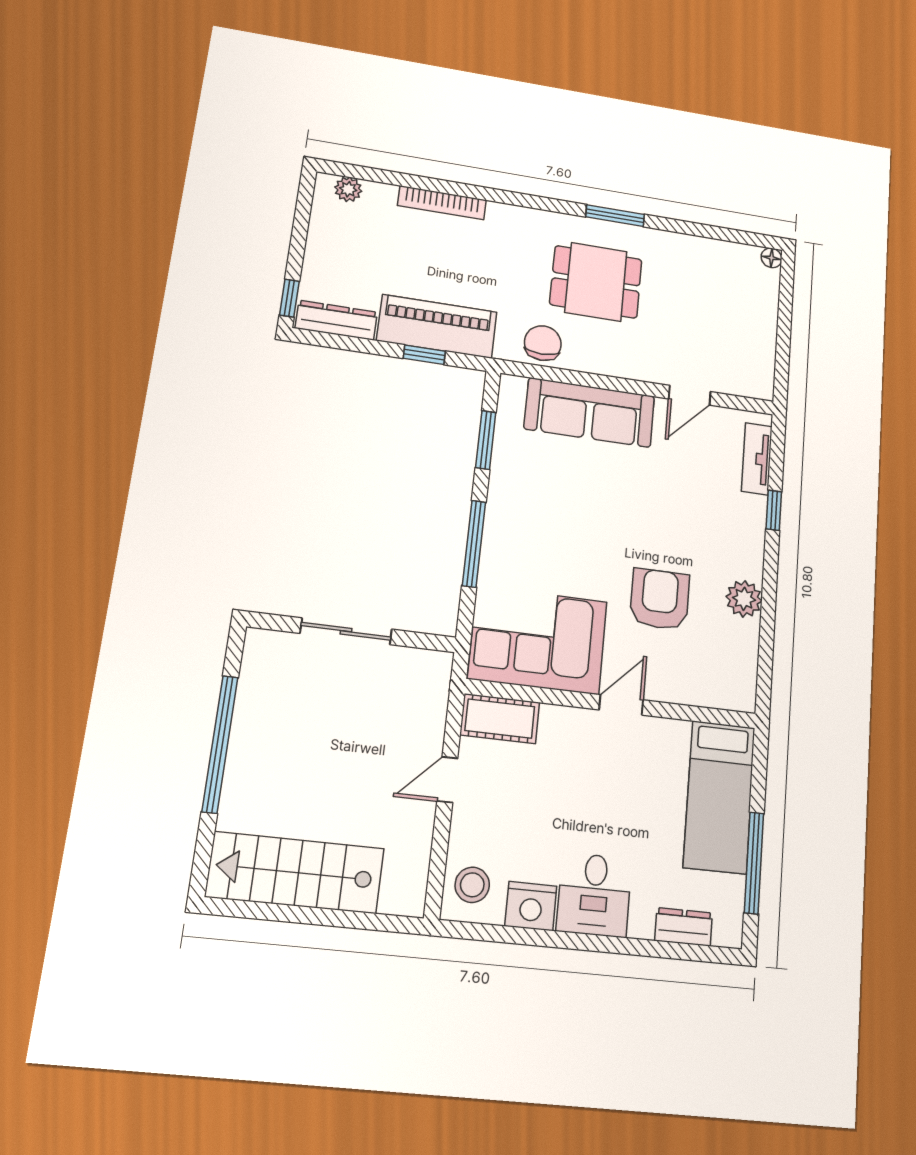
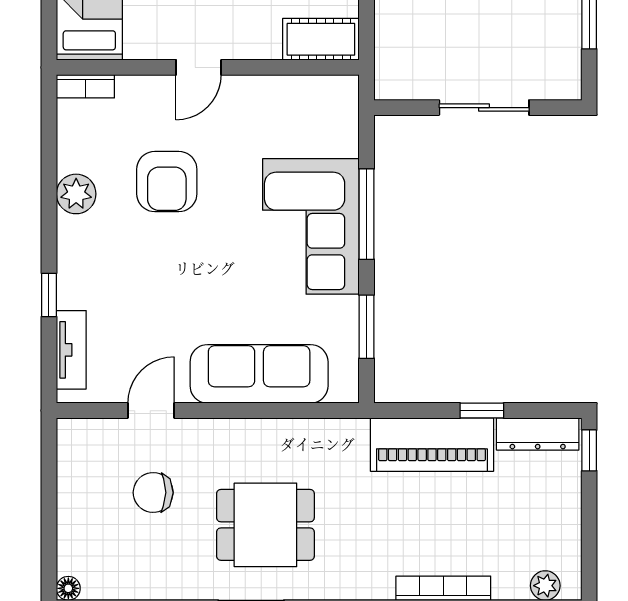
chair: (543, 343) -> (153, 493), moved, turned 91
window: (424, 355) -> (482, 411), moved
corner sofa: (538, 640) -> (311, 226), moved, turned 90
bookcase: (729, 699) -> (85, 86), added

